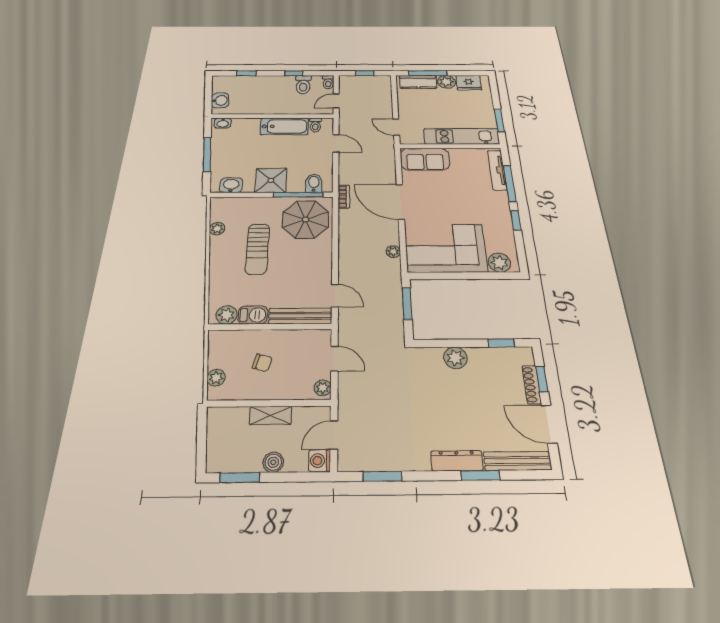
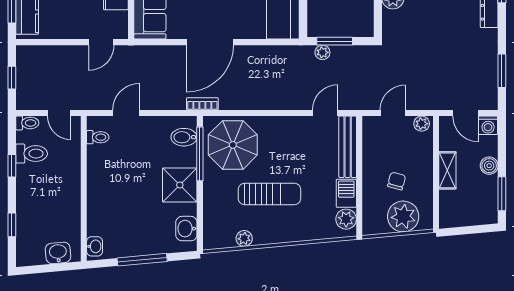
bathtub: (285, 126) -> (100, 173), removed
plant: (393, 252) -> (322, 52), moved
plant: (216, 378) -> (403, 216), width x1.88, depth x1.88

